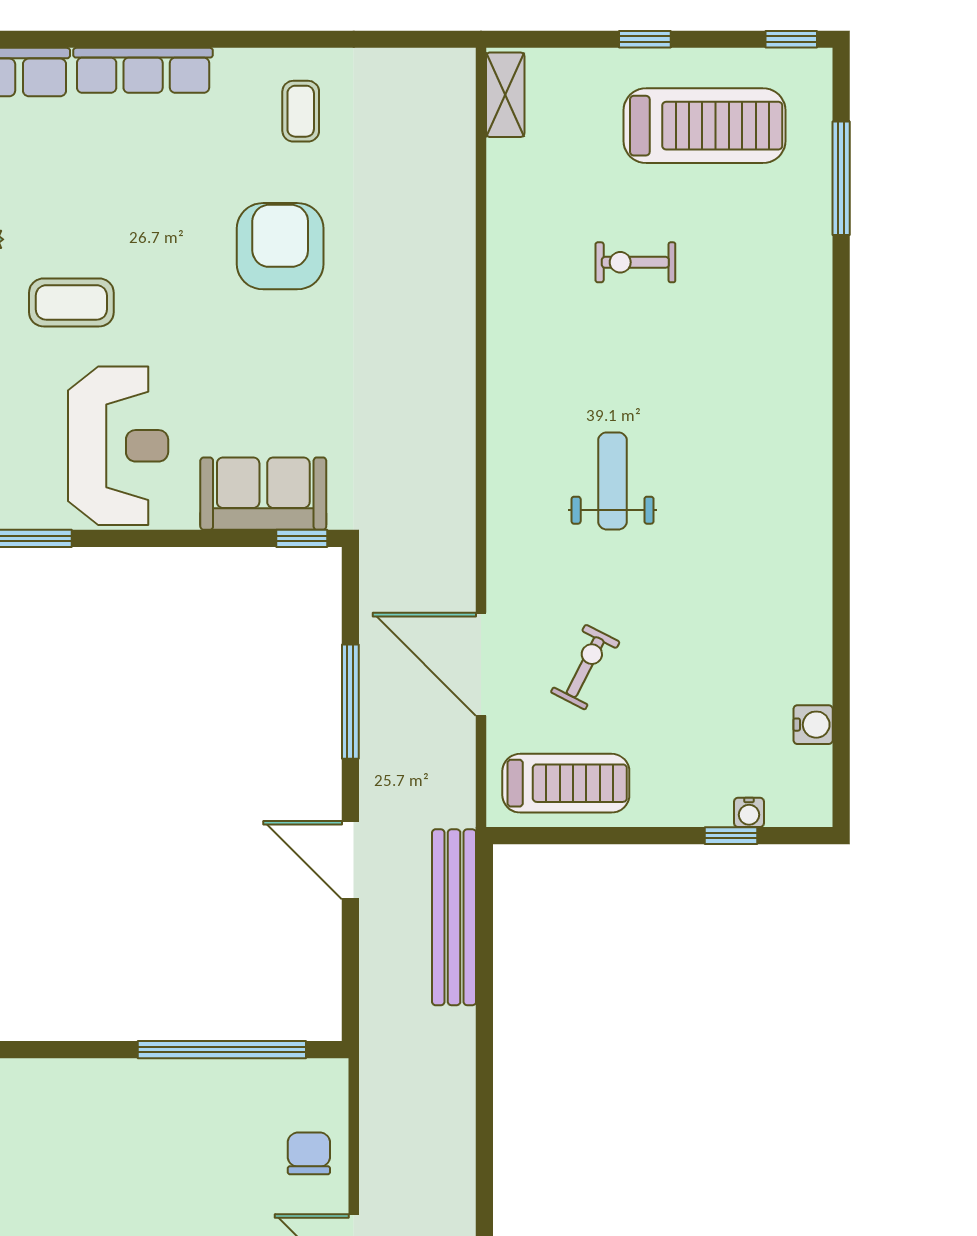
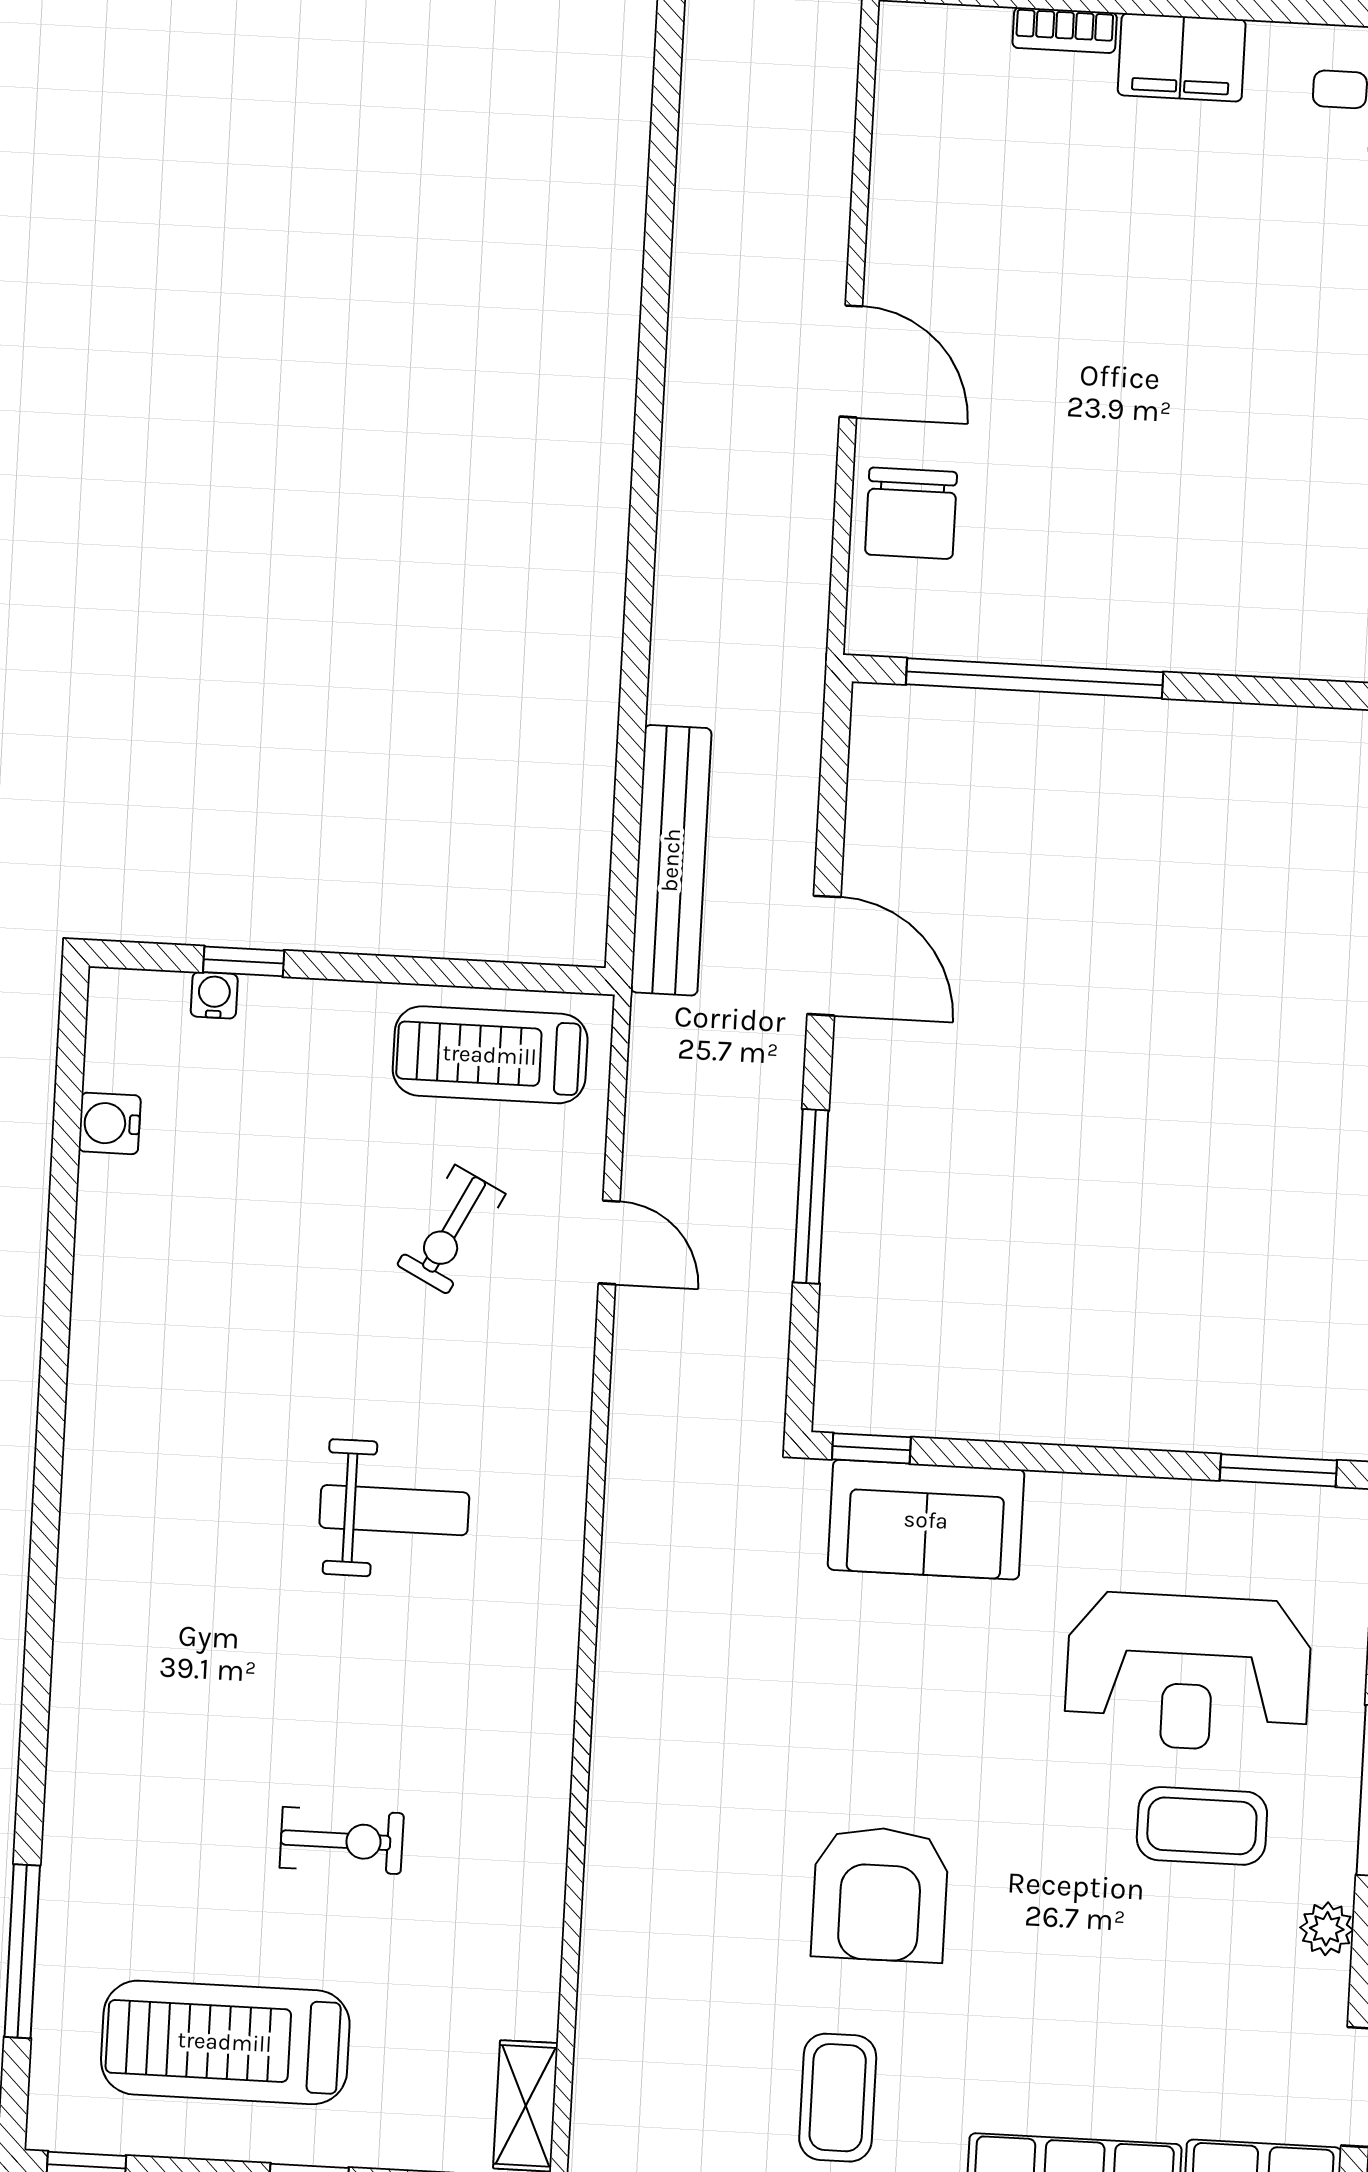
coffee table: (301, 111) -> (838, 2098), width x1.36, depth x1.30
reception desk: (118, 446) -> (1188, 1672), moved, turned -90
weight bench: (613, 481) -> (394, 1510), turned -90
door: (481, 664) -> (609, 1242), width x0.53
chair: (309, 1153) -> (911, 513), width x1.37, depth x1.37

